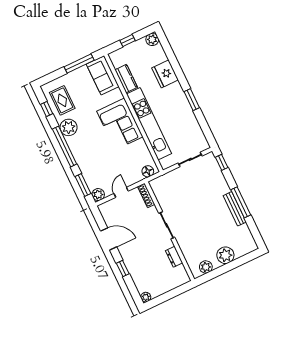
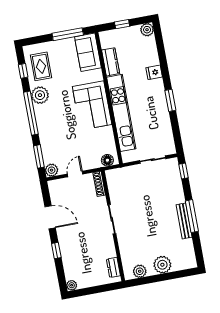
fridge: (165, 74) -> (154, 72), width x0.53, depth x0.75
dresser: (174, 257) -> (113, 267), moved

